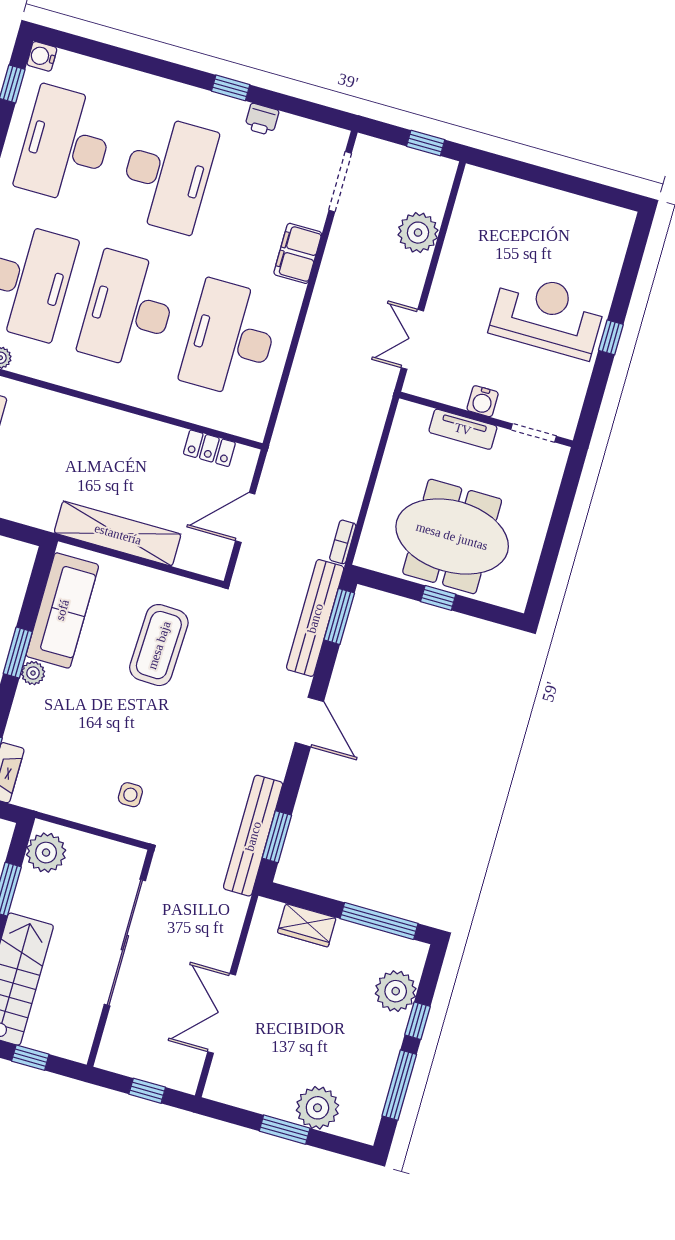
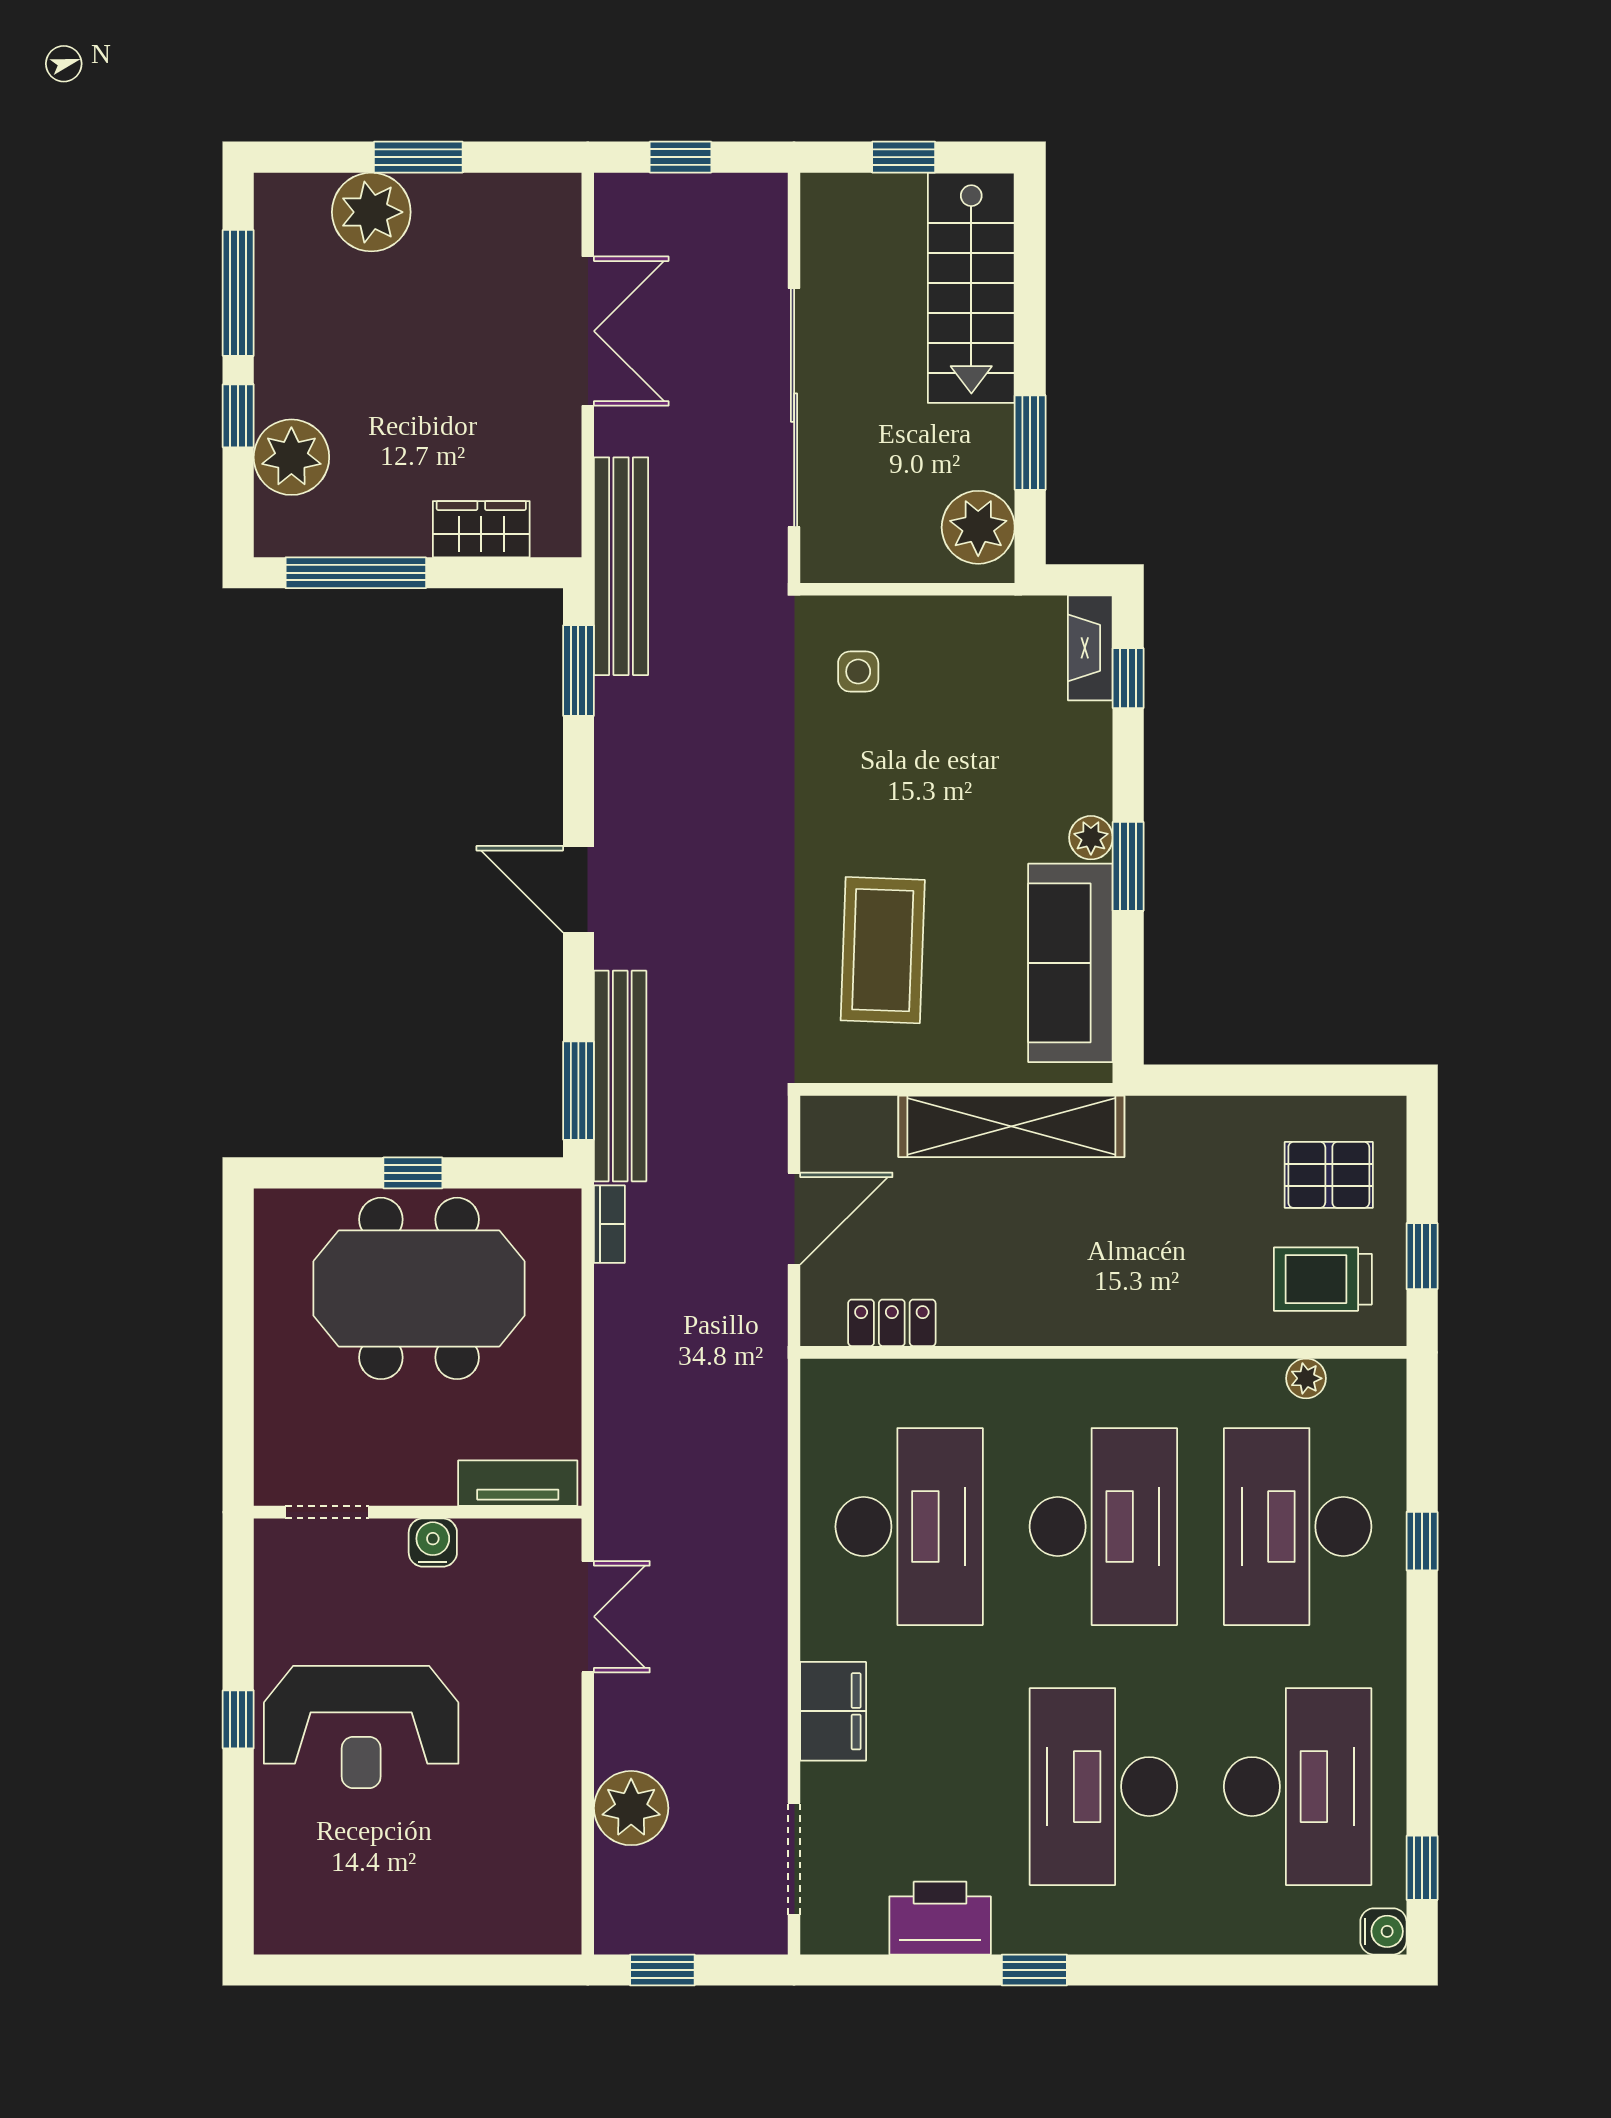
printer: (262, 119) -> (940, 1918), width x1.87, depth x1.48
tv unit: (463, 429) -> (518, 1483), moved
bench: (253, 836) -> (621, 566), moved

